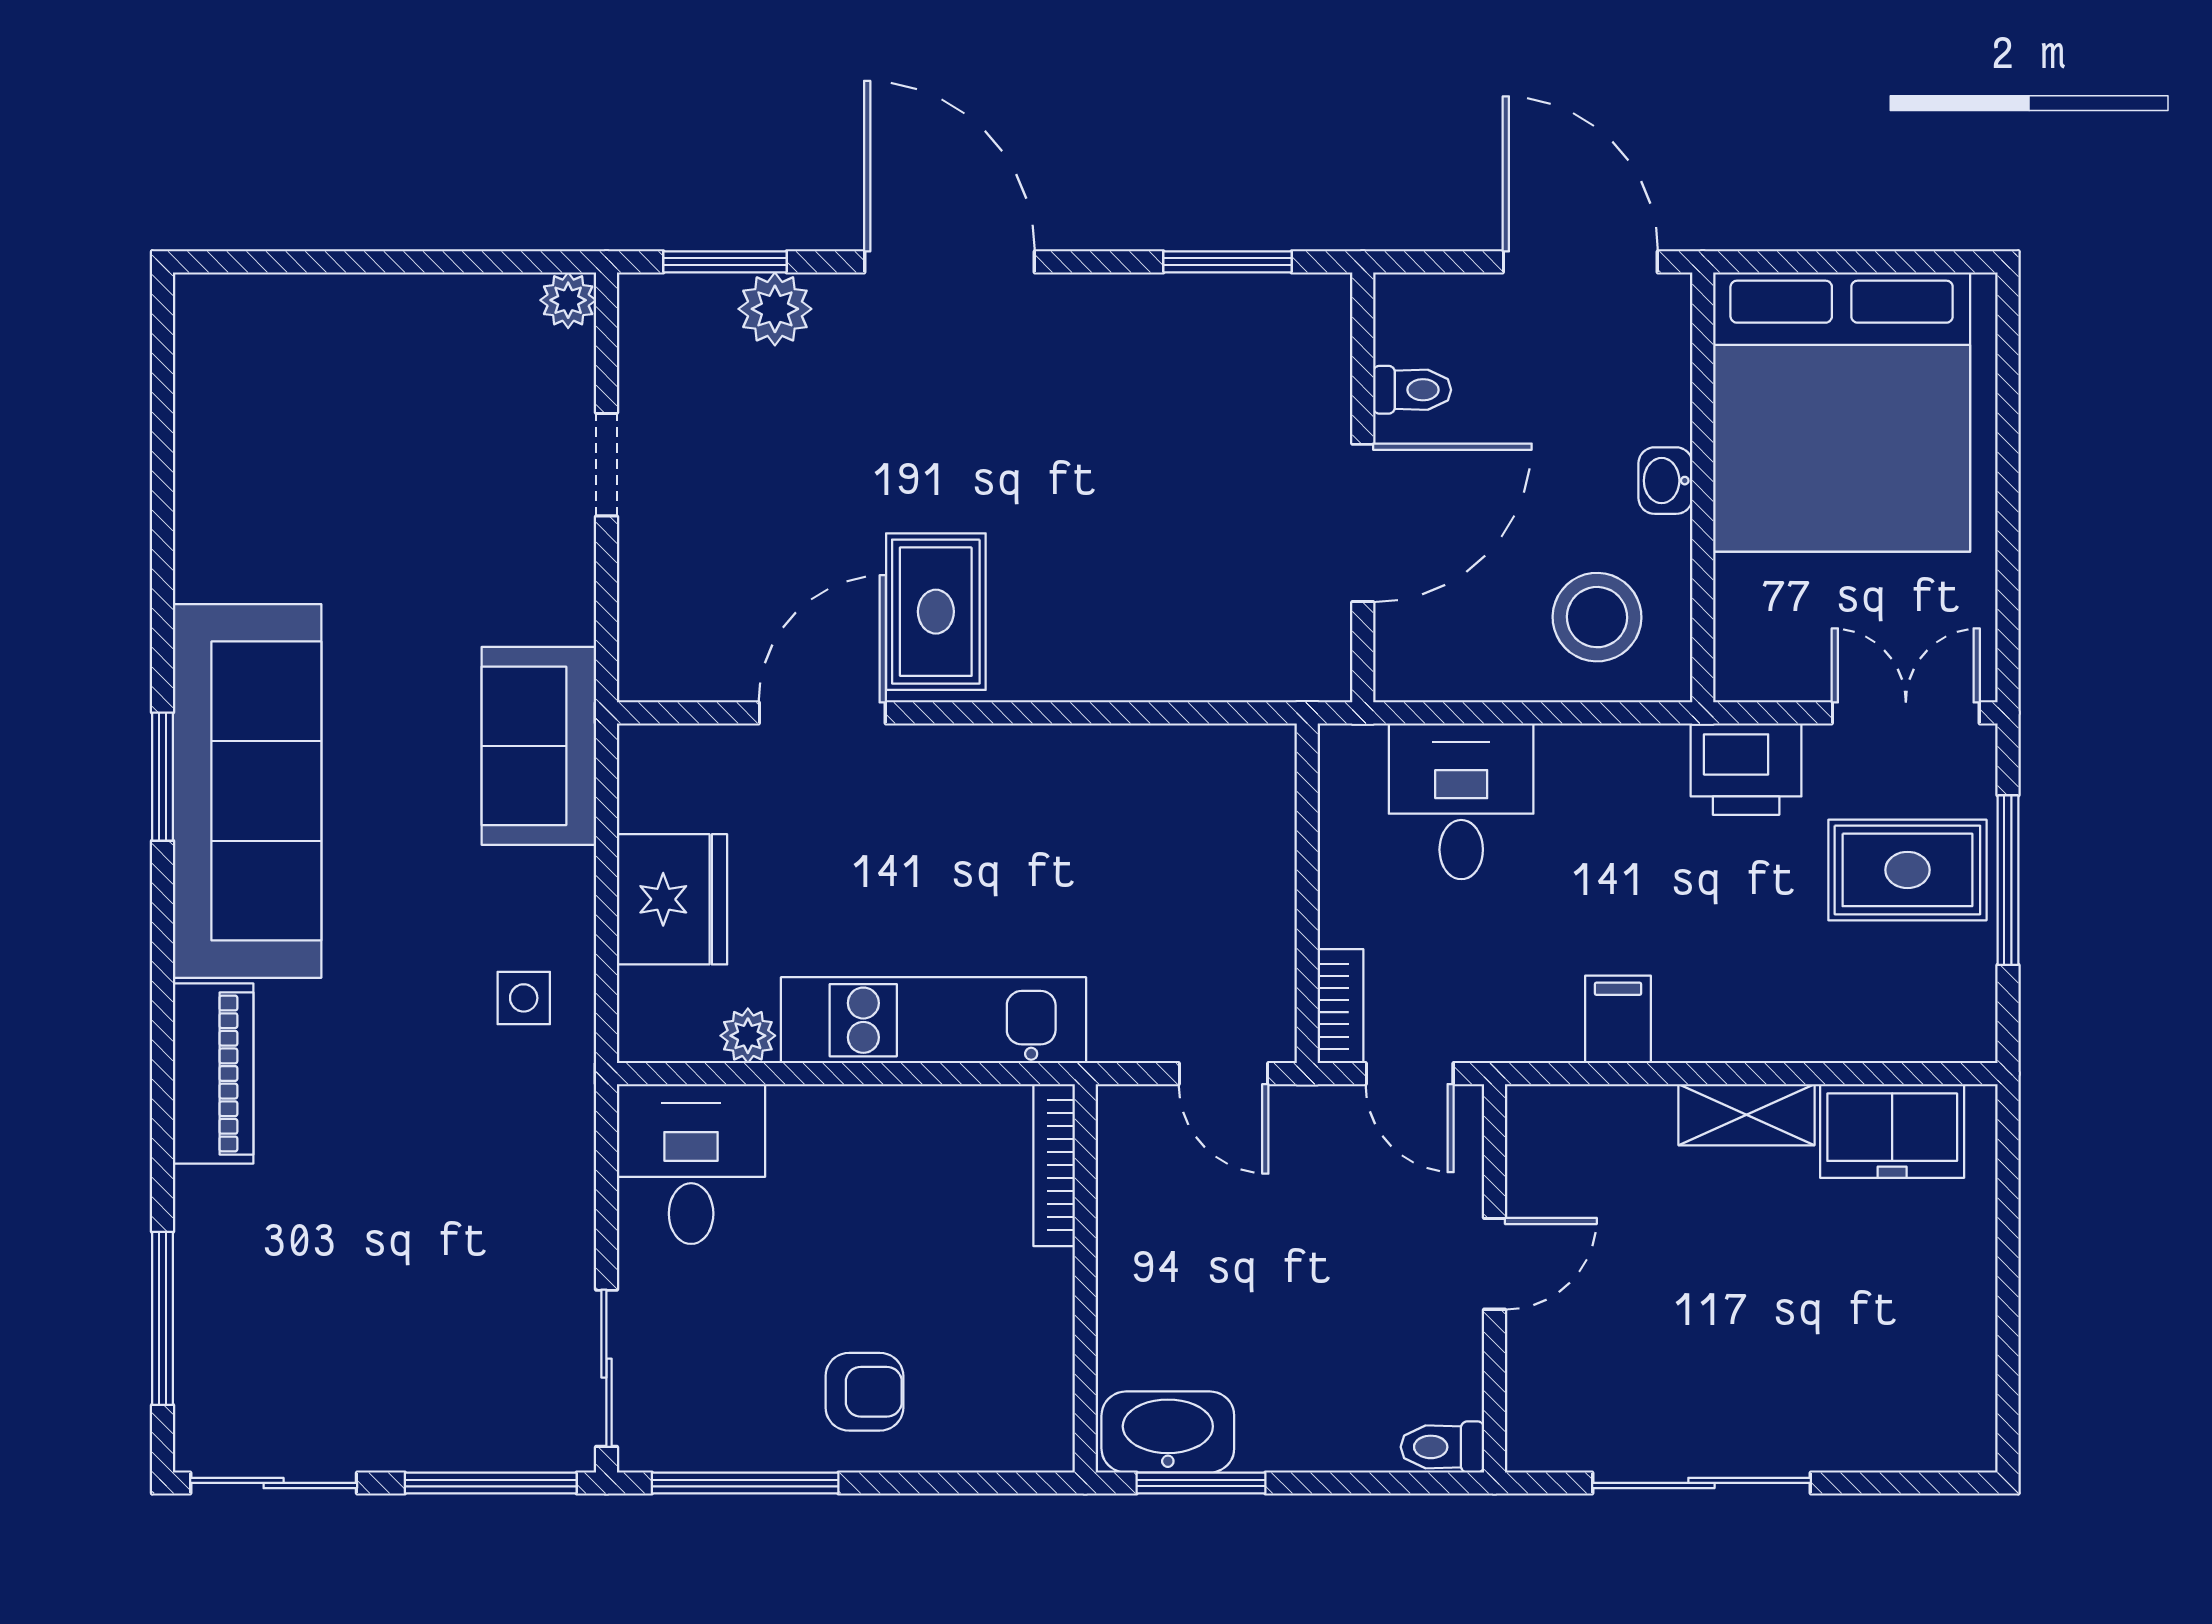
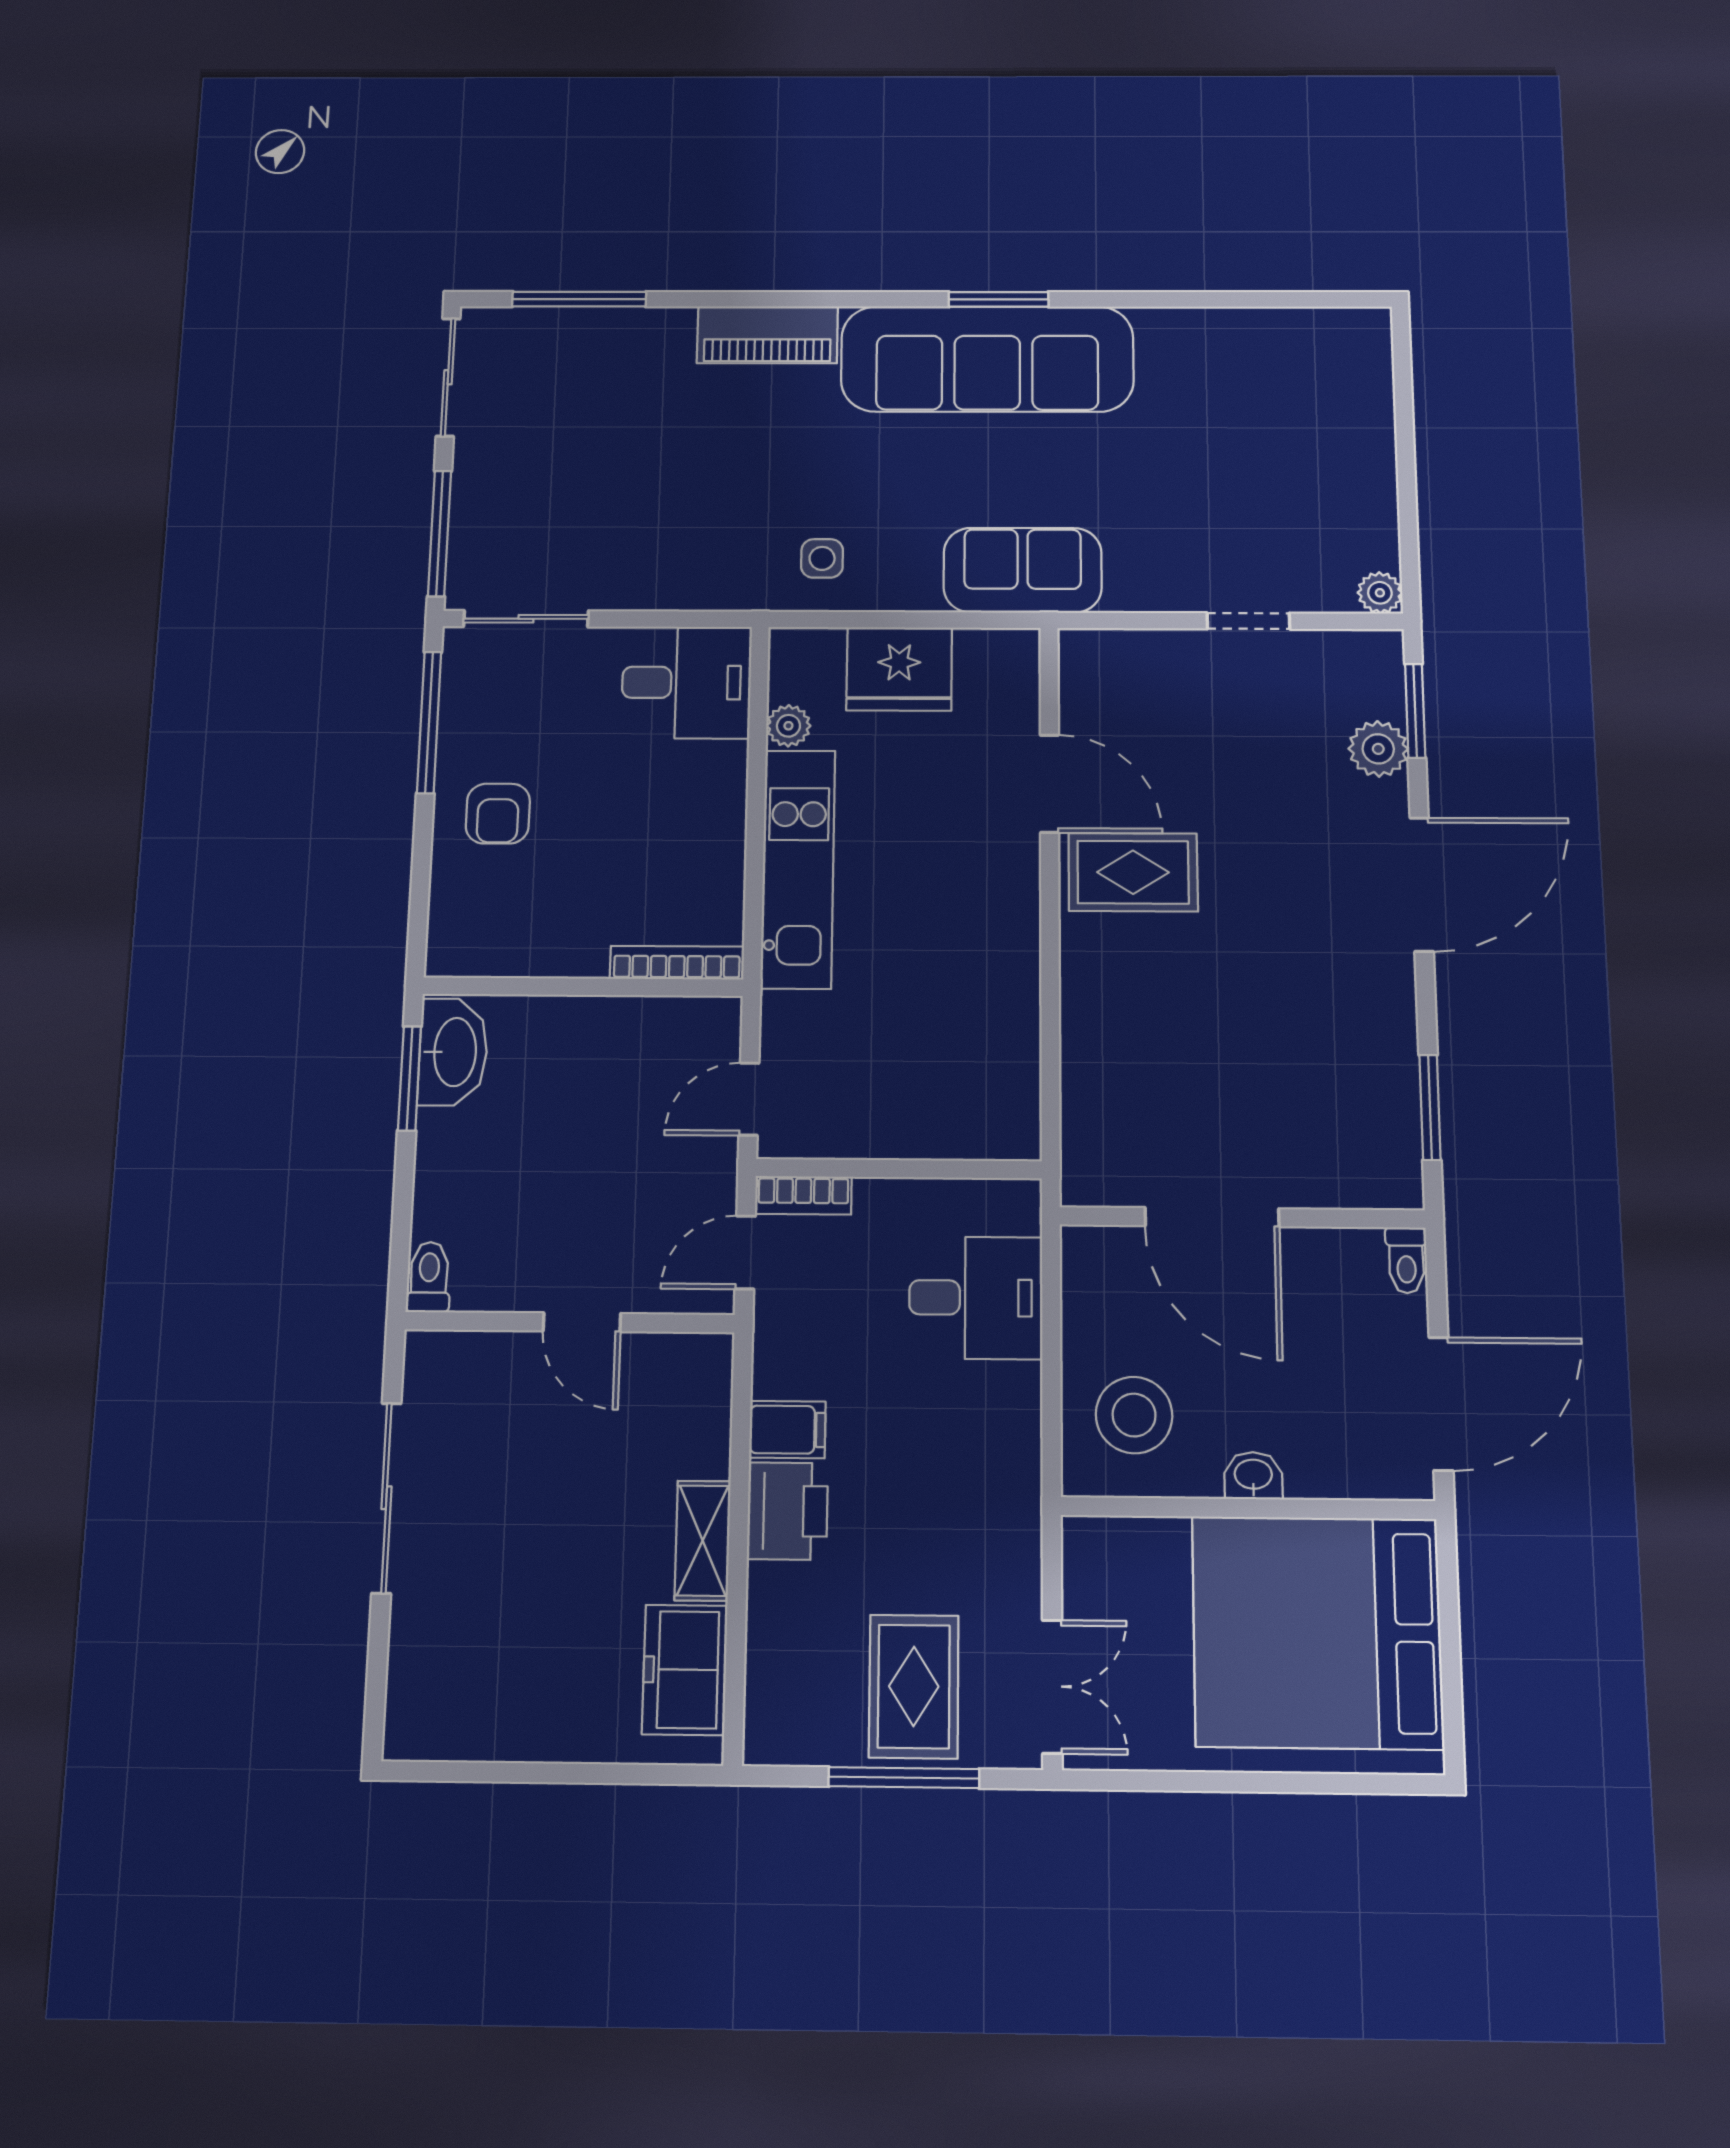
toilet: (1412, 390) -> (1406, 1260), moved
printer: (1746, 769) -> (787, 1511), moved, turned 180

